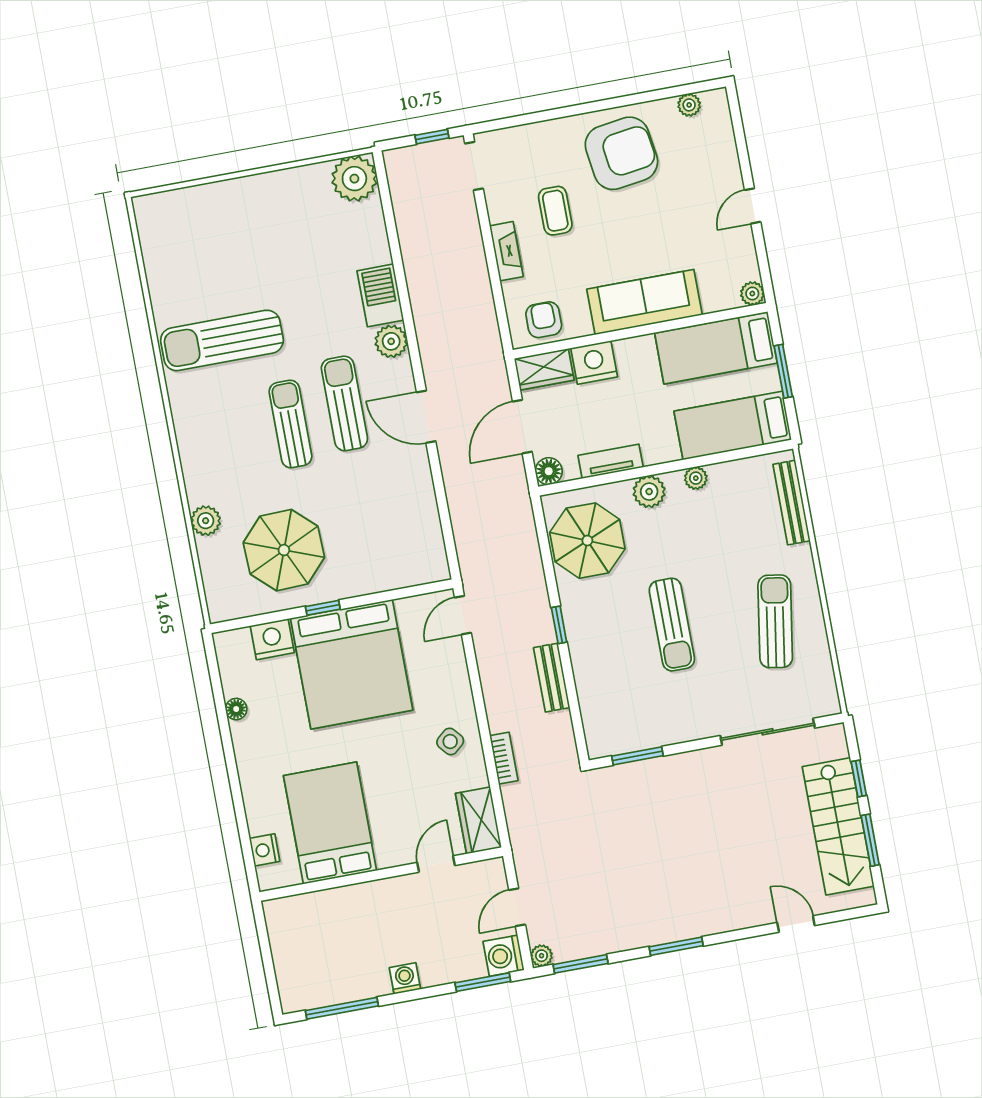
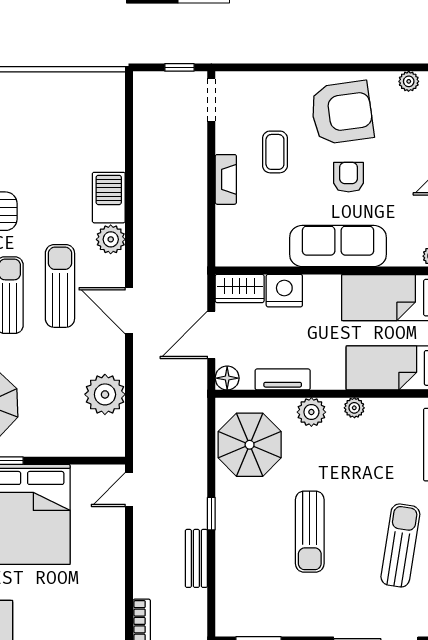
plant: (354, 179) -> (105, 394), moved
armchair: (544, 320) -> (349, 177), moved
side table: (450, 741) -> (98, 598), removed

